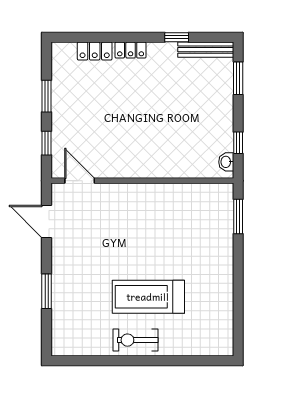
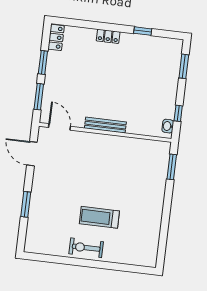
bench: (206, 50) -> (105, 125), moved
locker: (95, 51) -> (56, 37), moved, turned -90
window: (47, 143) -> (39, 97), width x1.50
treadmill: (148, 297) -> (99, 217), width x0.73, depth x0.73

